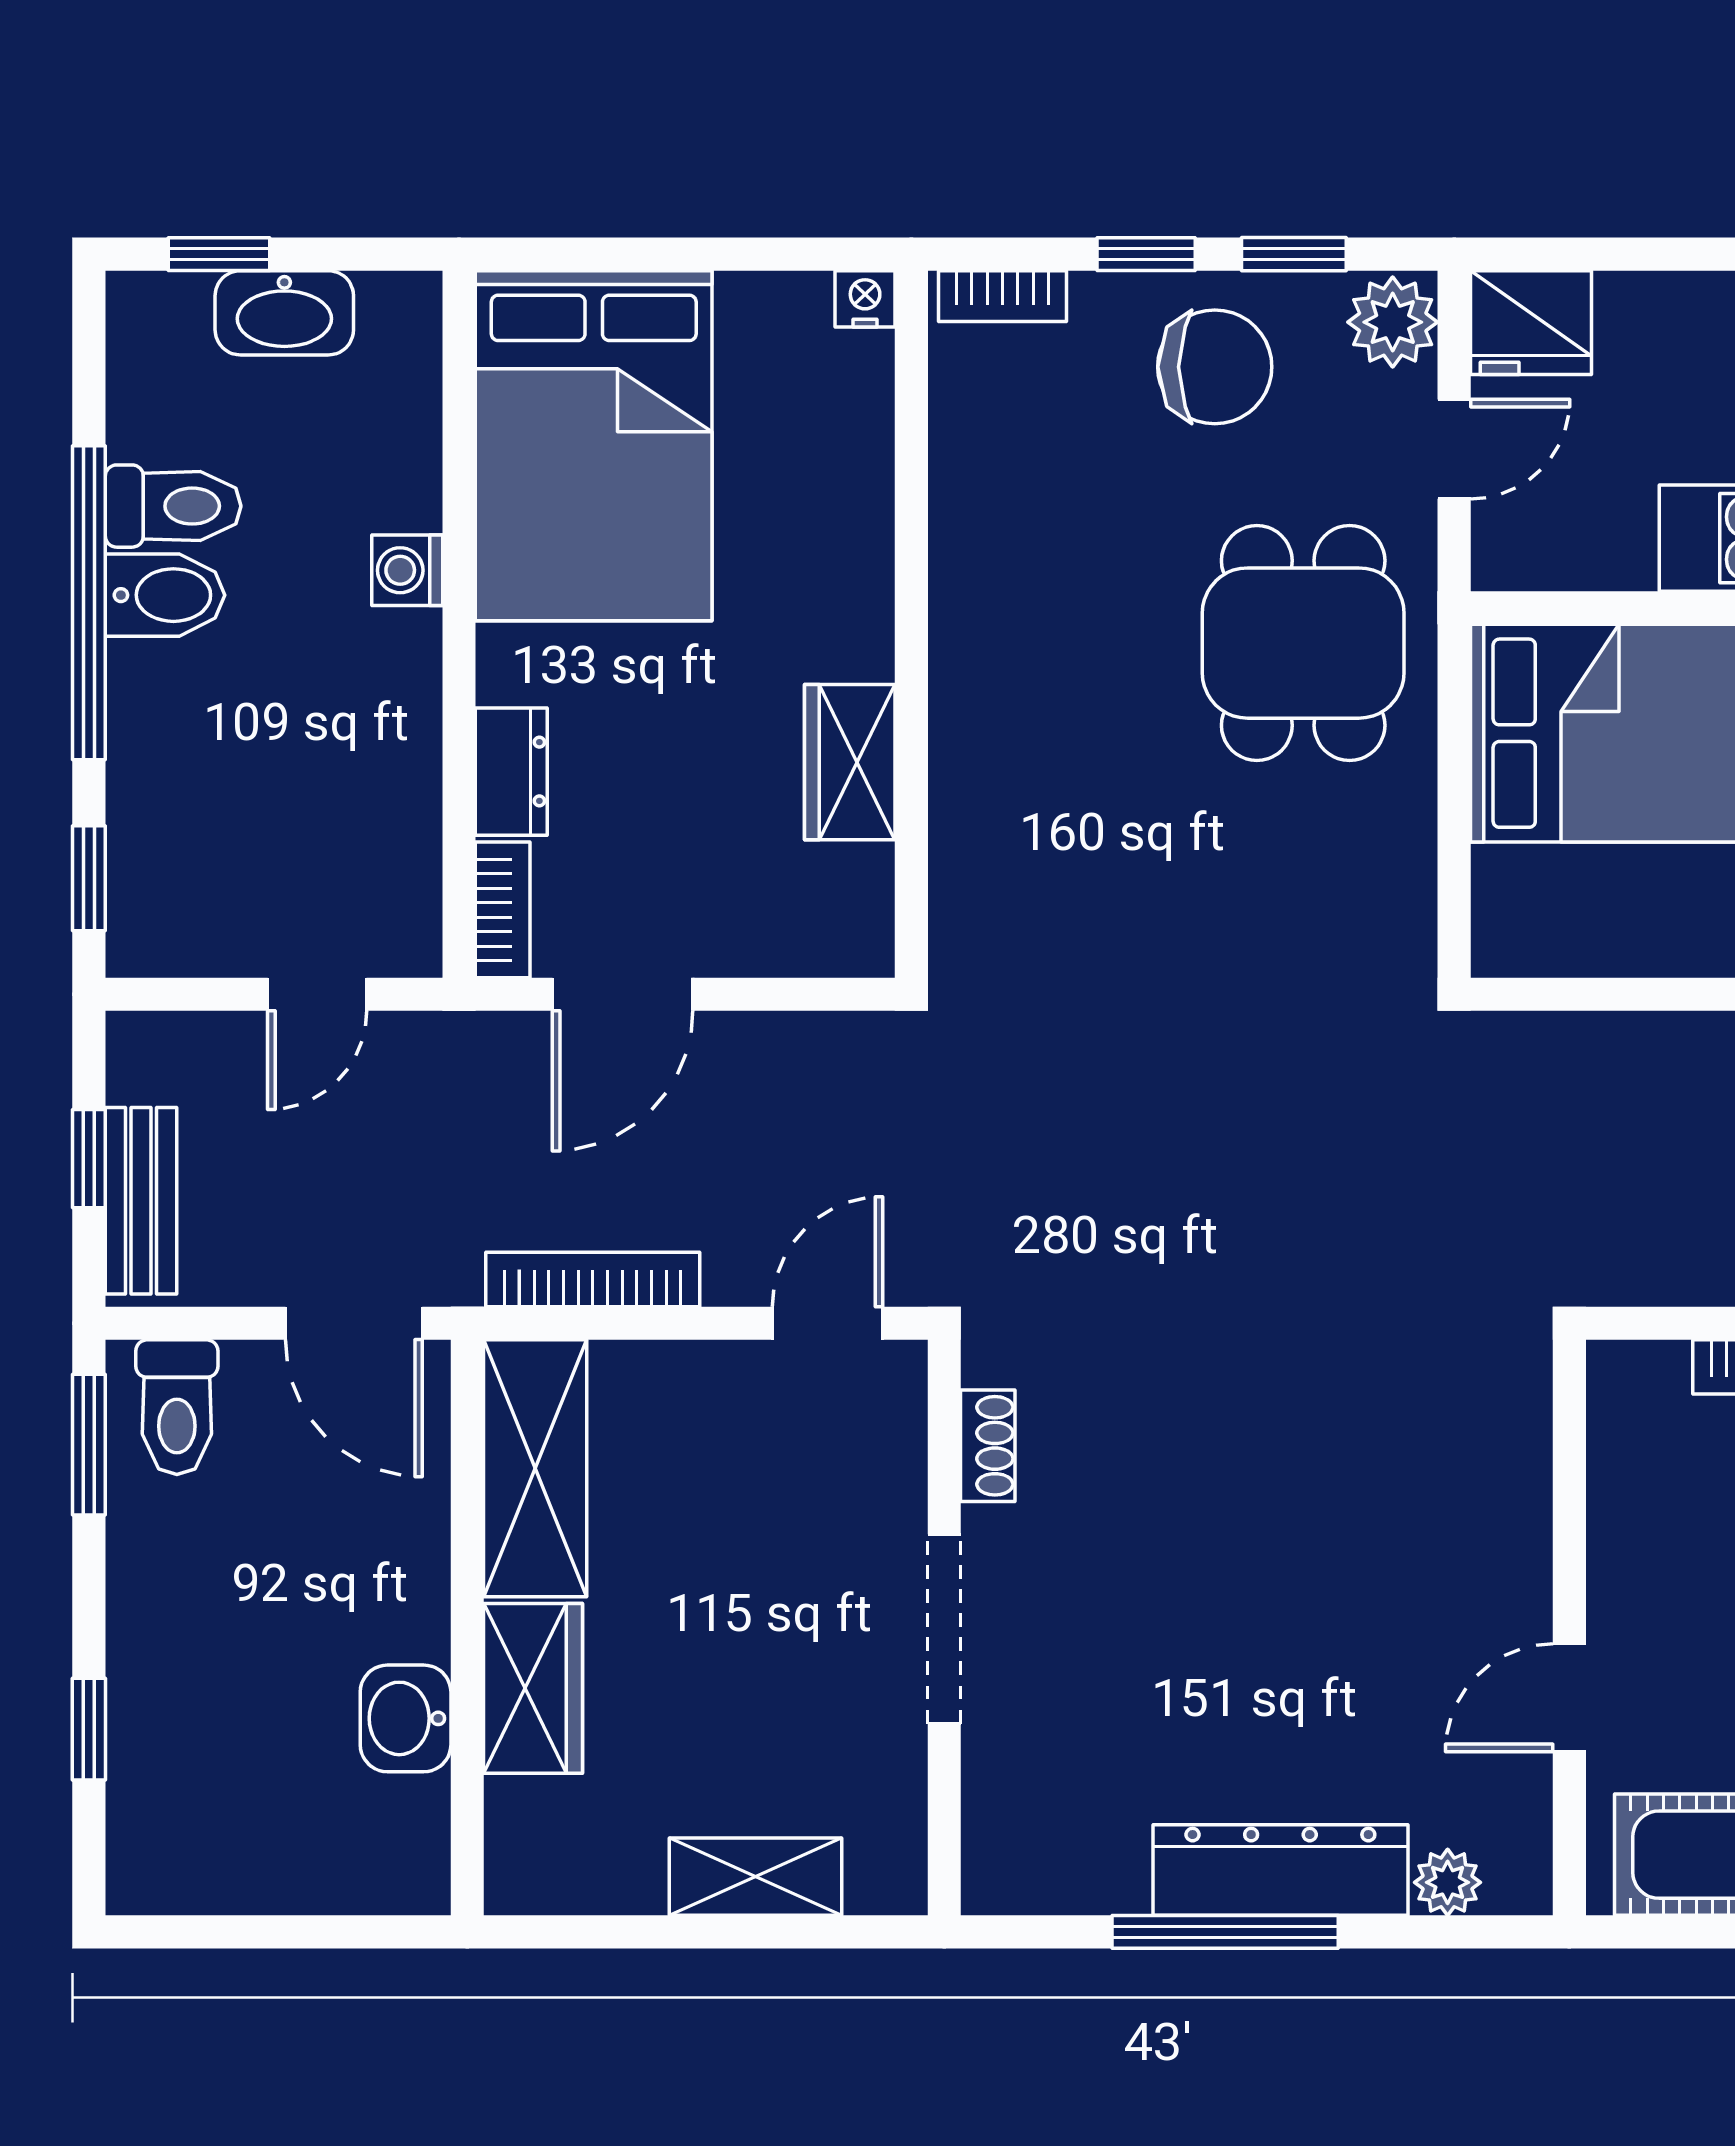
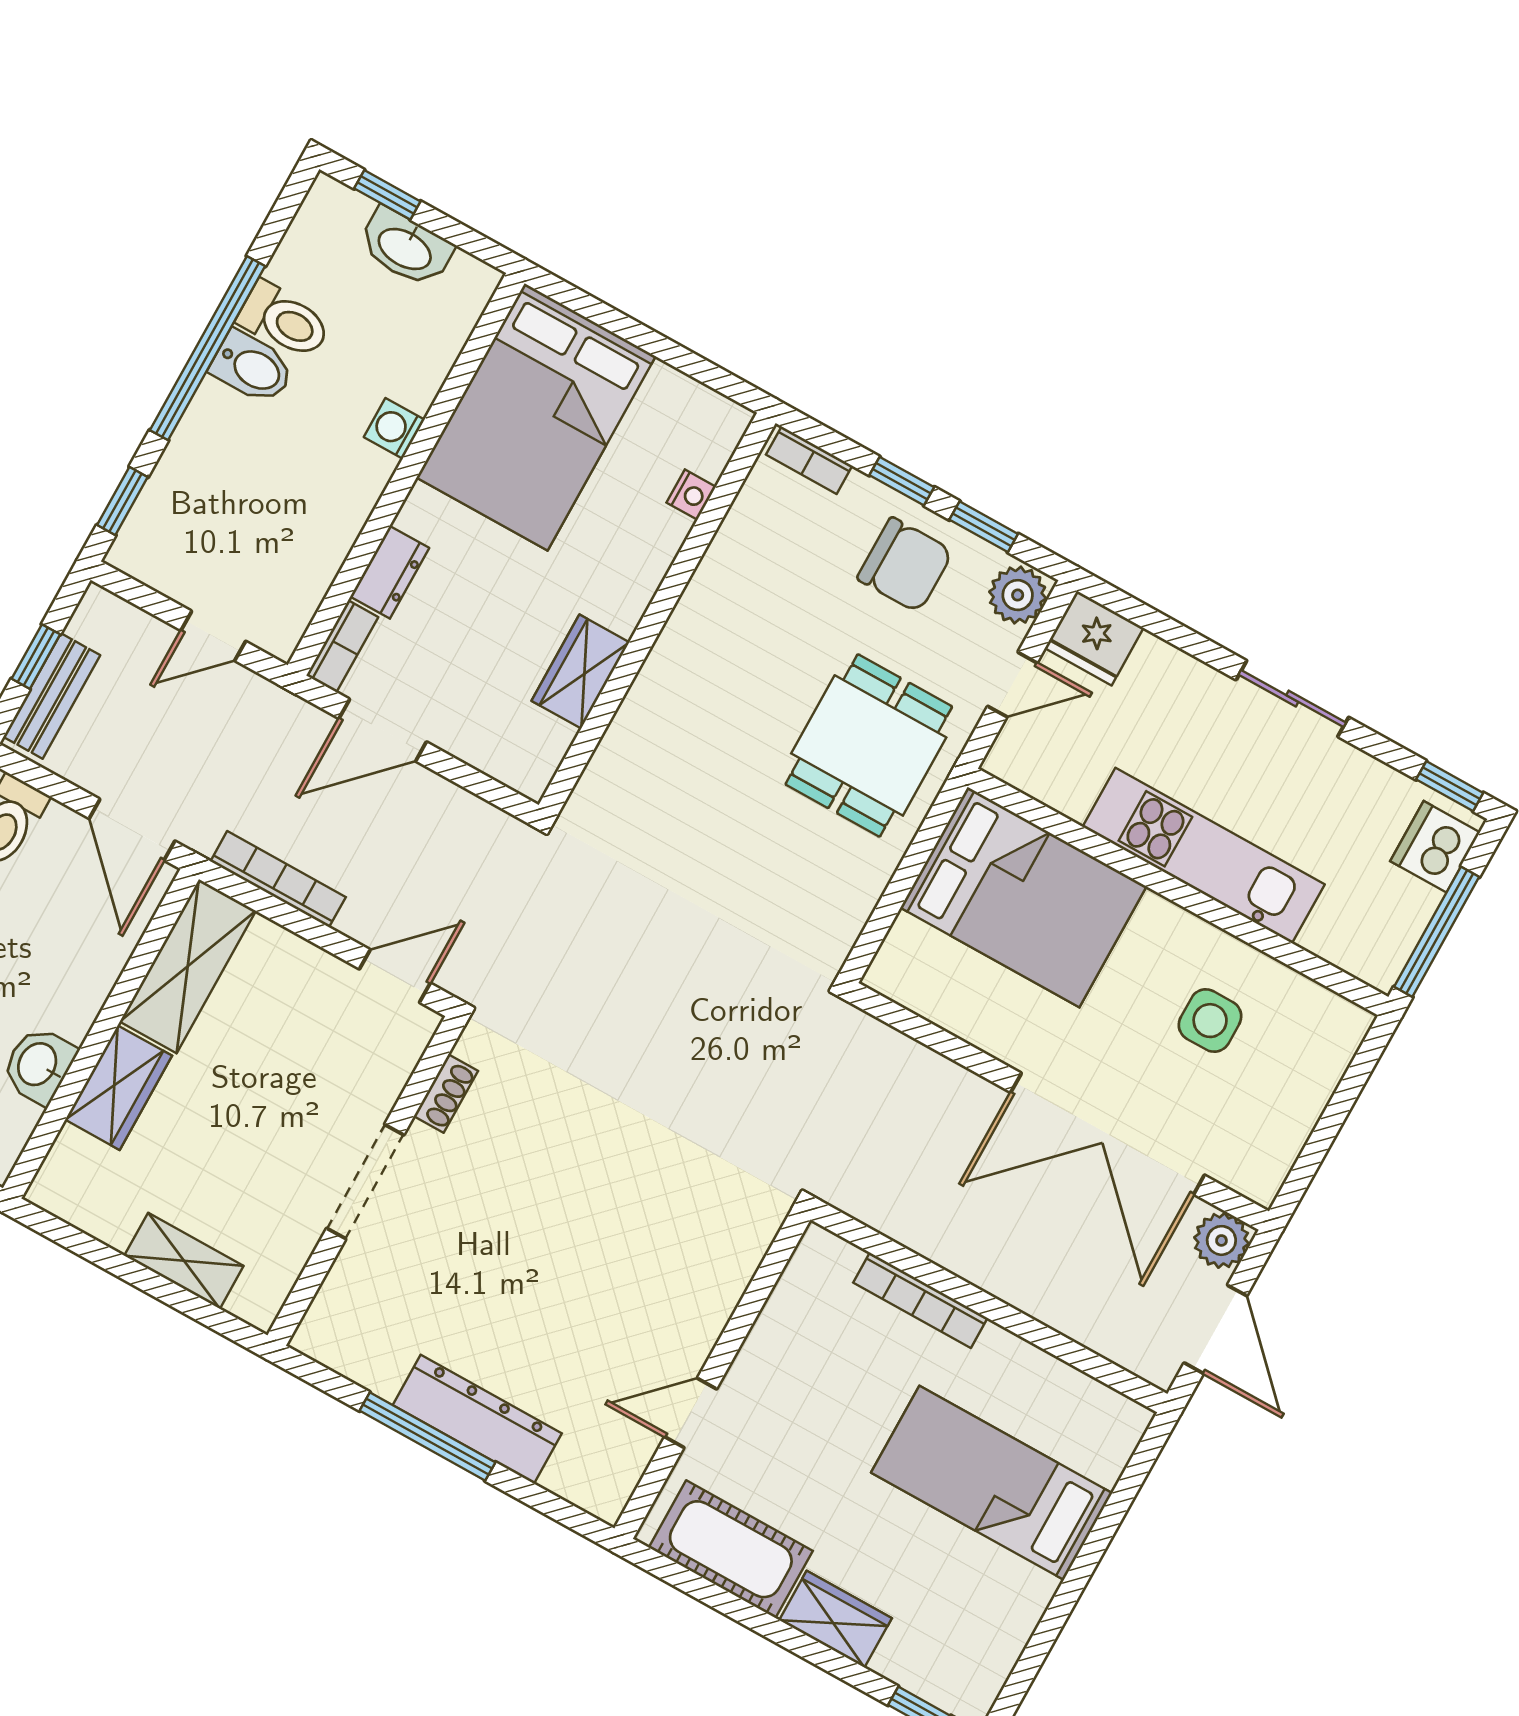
nightstand: (865, 299) -> (691, 495), moved, turned 90
plant: (1448, 1882) -> (566, 1478), removed

